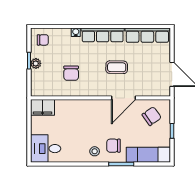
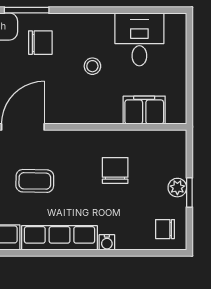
filing cabinet: (42, 107) -> (144, 110), moved
desk: (46, 149) -> (139, 39), moved, turned -90
stool: (95, 151) -> (92, 66), moved

